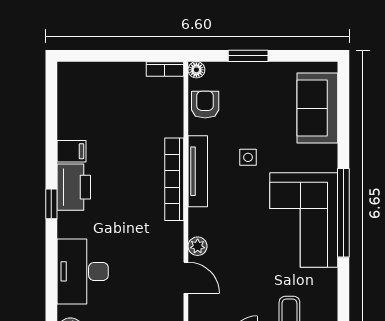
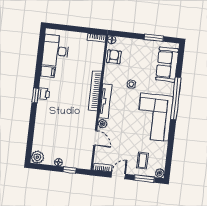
window: (248, 56) -> (154, 38), moved
tv unit: (198, 171) -> (105, 101), moved
printer: (74, 187) -> (44, 94), width x0.53, depth x0.68
window: (343, 213) -> (176, 98), moved
desk: (83, 271) -> (56, 51), moved

